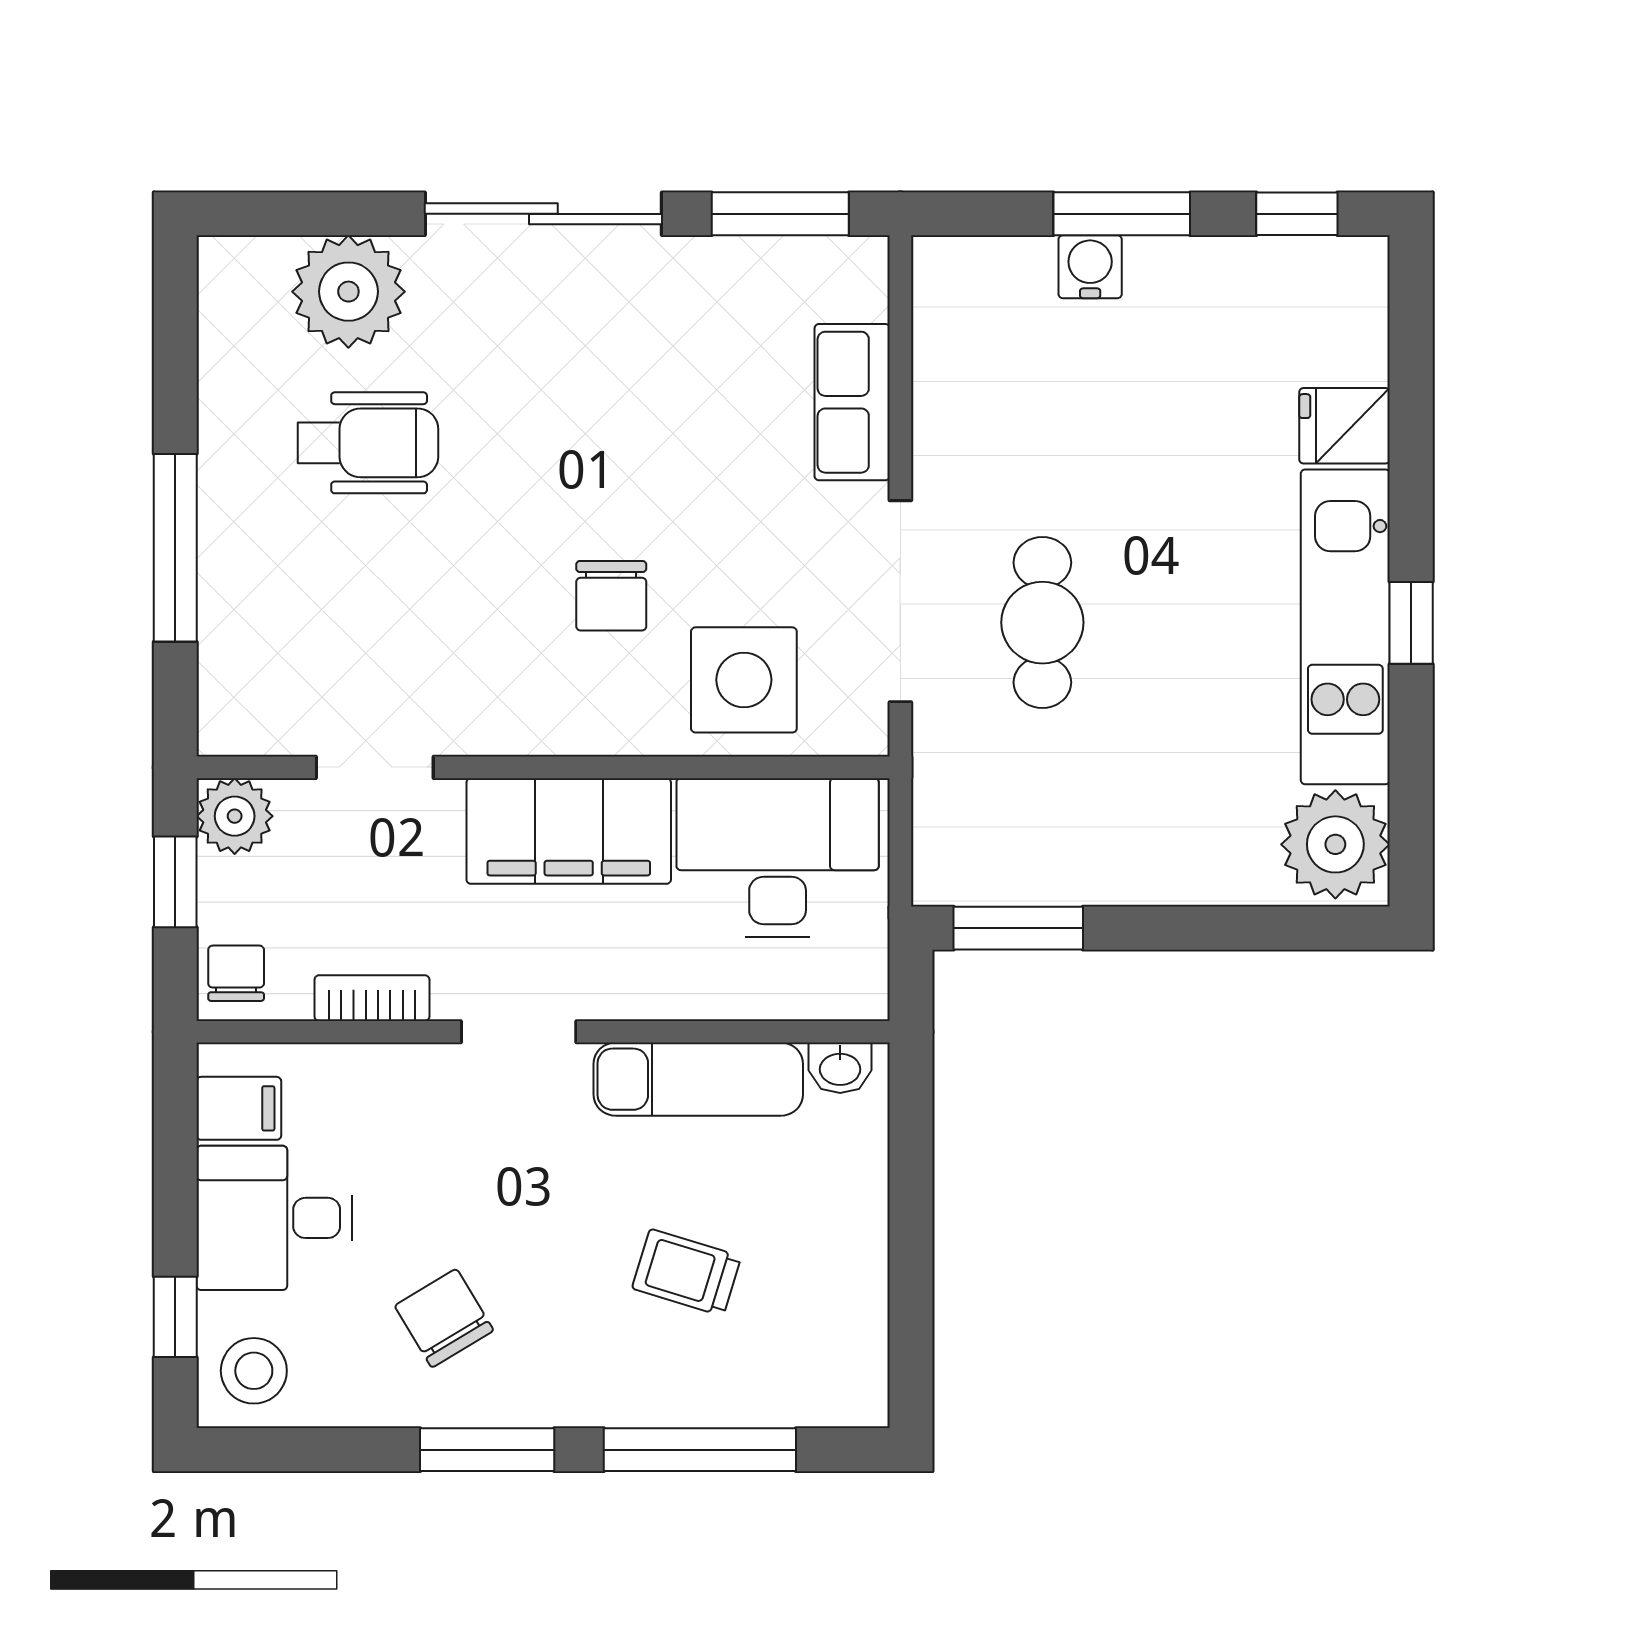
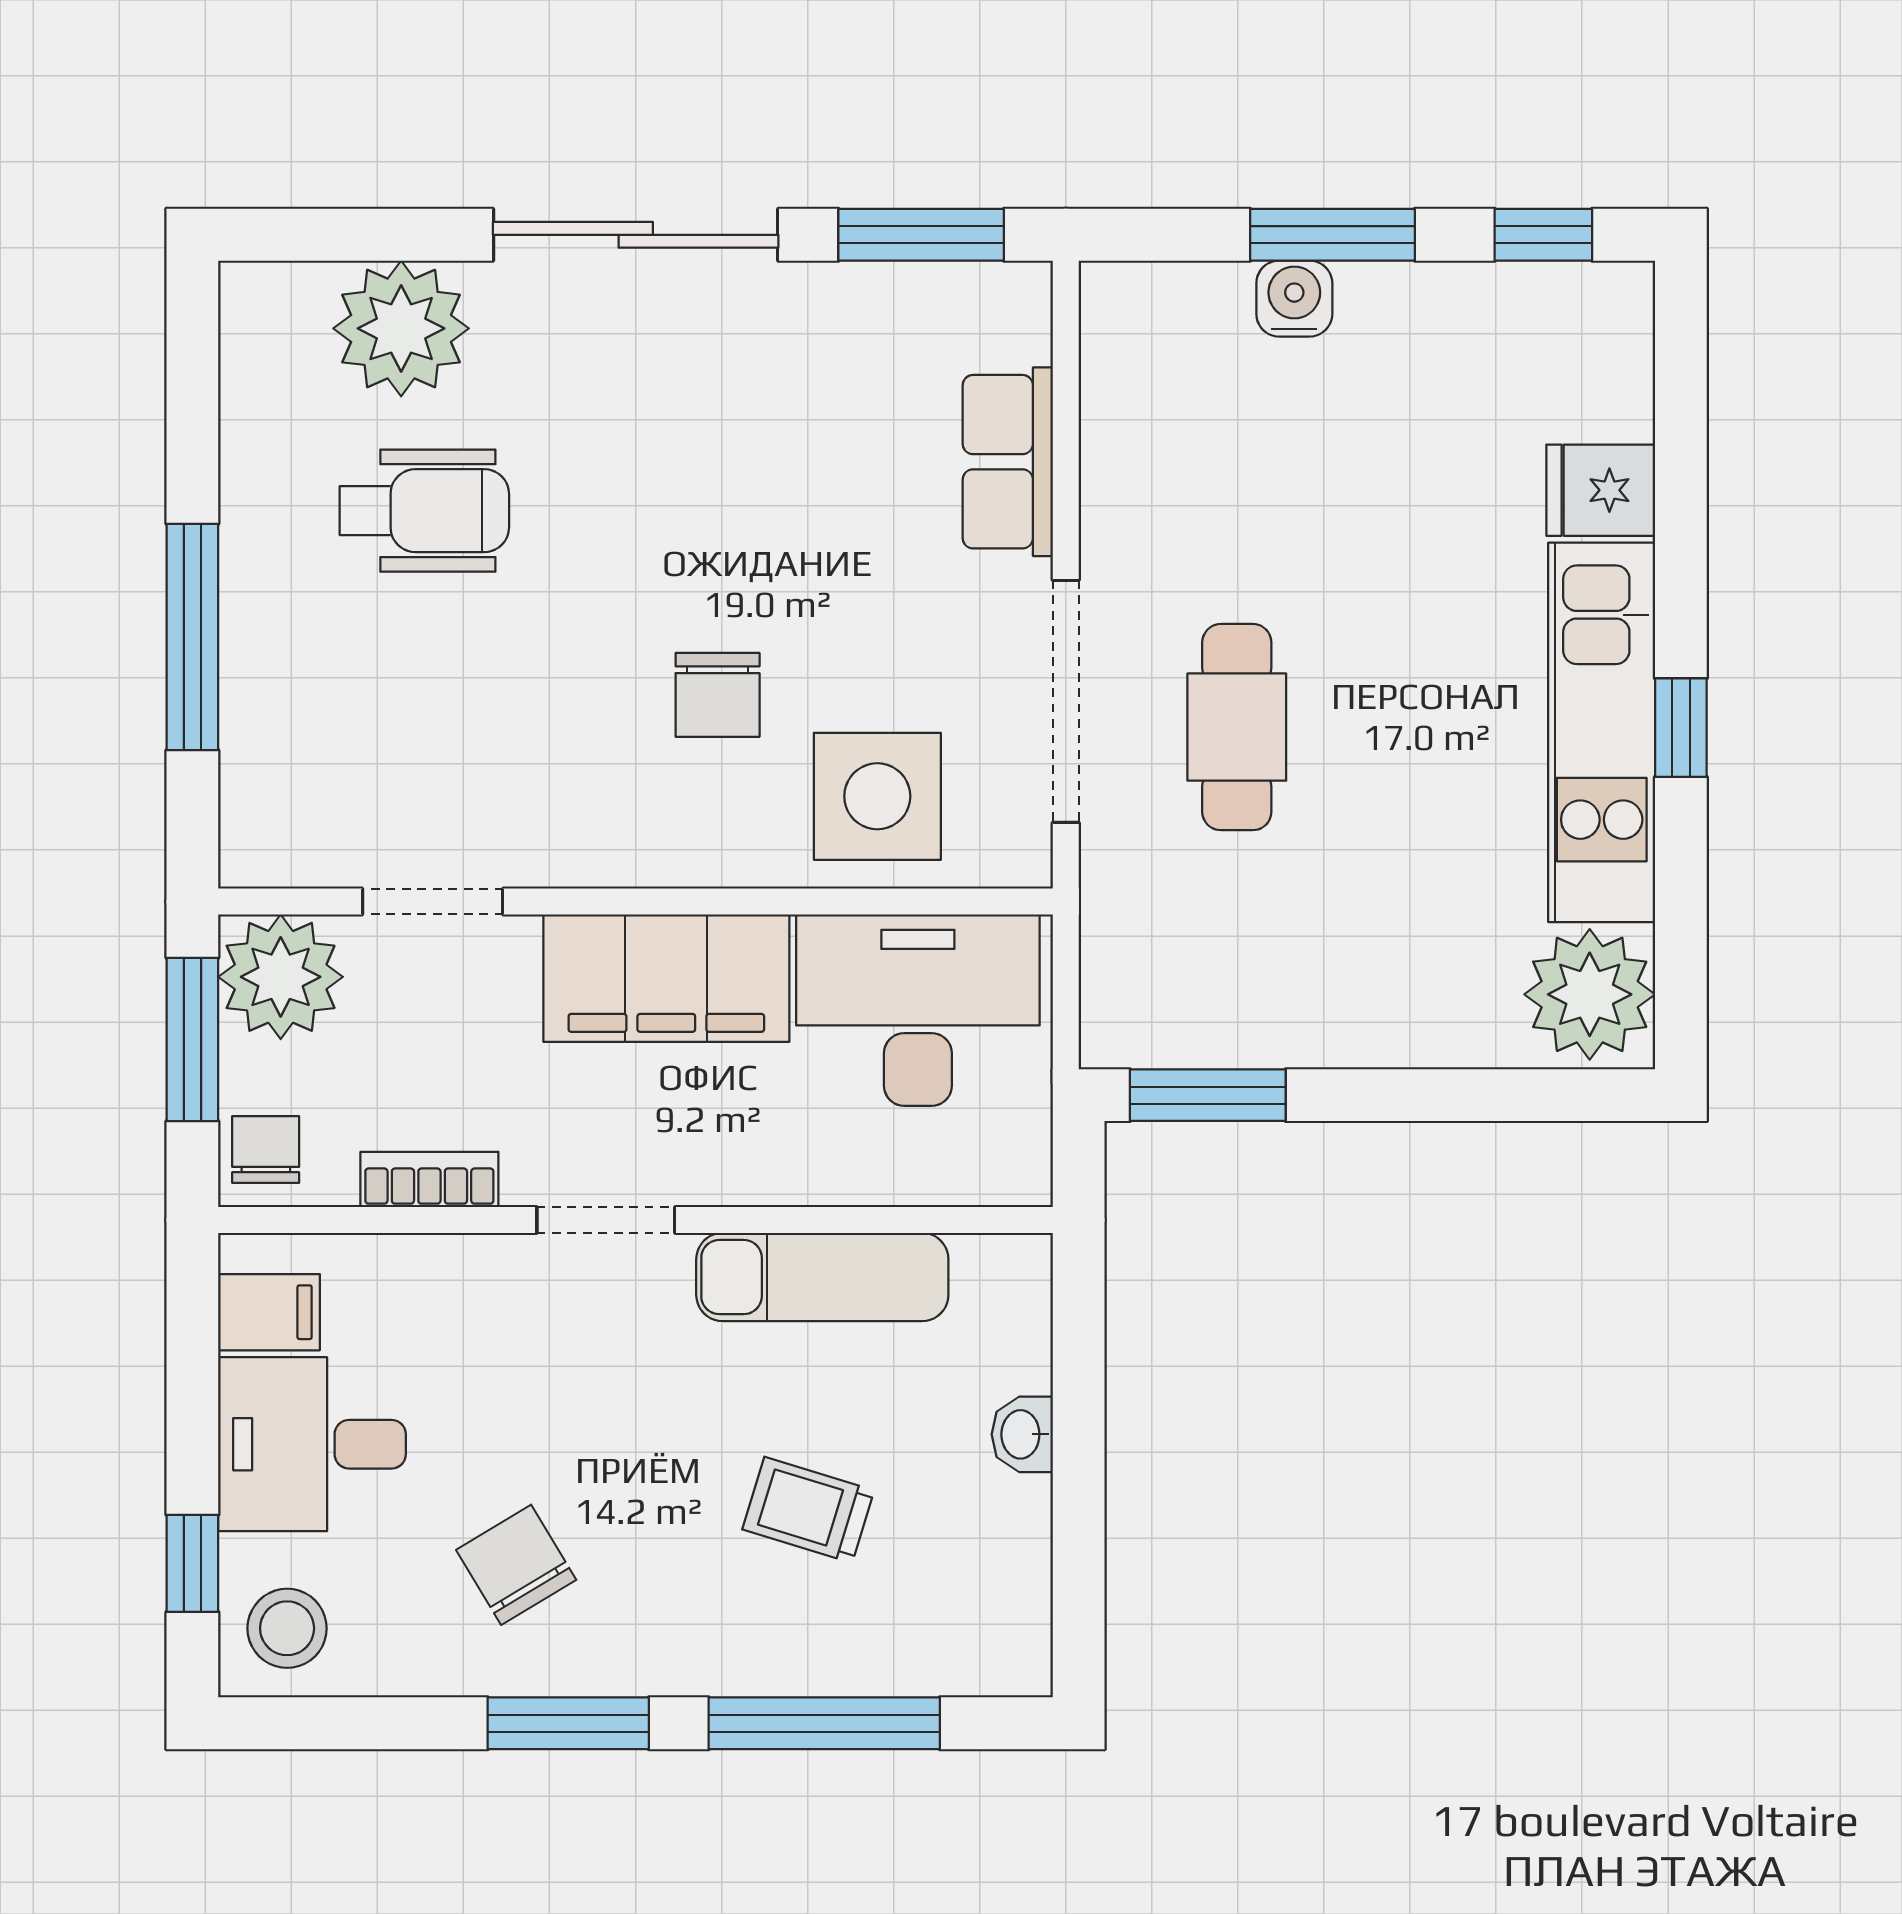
plant: (235, 816) -> (281, 977), width x1.36, depth x1.36
window: (175, 882) -> (192, 1039), width x1.50
washbasin: (840, 1068) -> (1022, 1434), moved, turned 90

